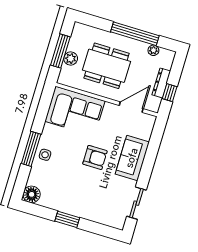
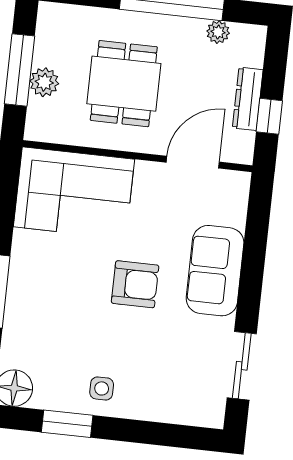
dining table: (107, 66) -> (124, 84), width x0.73
side table: (45, 155) -> (102, 388), moved
window: (67, 219) -> (67, 424), moved

